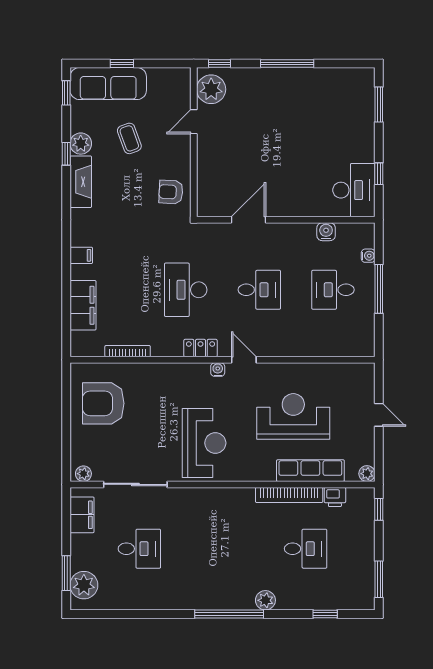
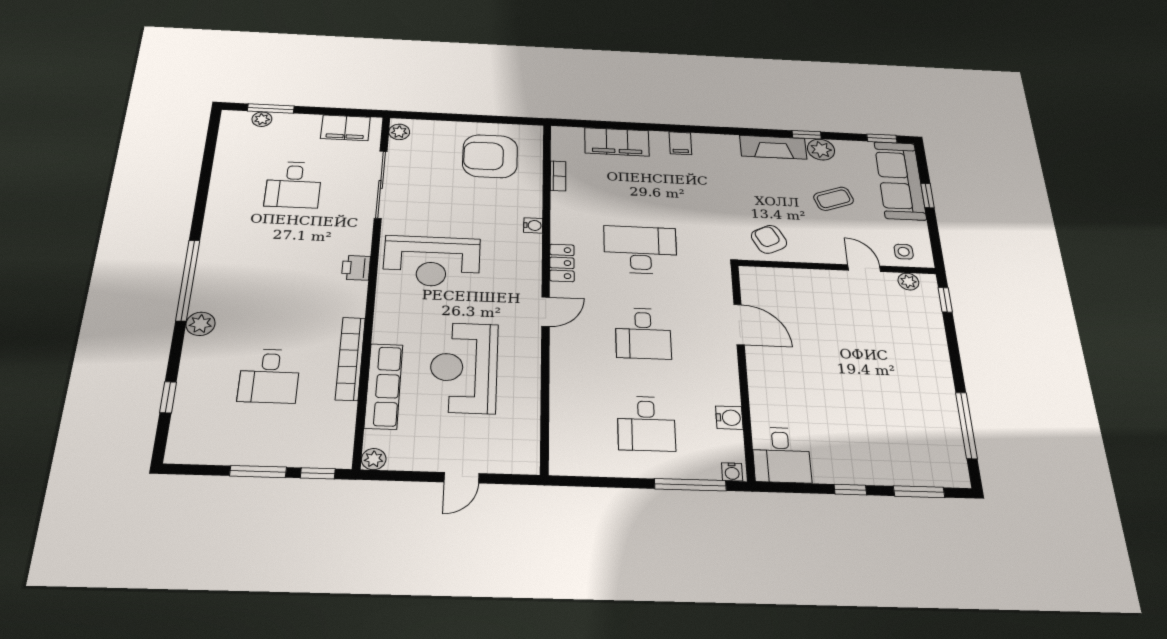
window: (287, 63) -> (966, 425), moved
side table: (177, 89) -> (904, 252), added
plant: (211, 89) -> (908, 282), width x0.53, depth x0.53
window: (379, 174) -> (850, 490), moved
desk: (354, 190) -> (781, 455), width x0.73
armchair: (171, 192) -> (769, 239), turned -30
water cooler: (368, 256) -> (732, 472), moved
window: (379, 289) -> (690, 485), moved
desk: (333, 290) -> (646, 424), turned 180
bookcase: (128, 351) -> (558, 176), width x0.64
water cooler: (218, 370) -> (533, 225), moved
armchair: (103, 403) -> (490, 156), turned -90
reception desk: (293, 416) -> (464, 368), turned 180
printer: (335, 497) -> (356, 268), moved
window: (379, 579) -> (258, 472), moved
plant: (84, 585) -> (262, 119), width x0.53, depth x0.53

